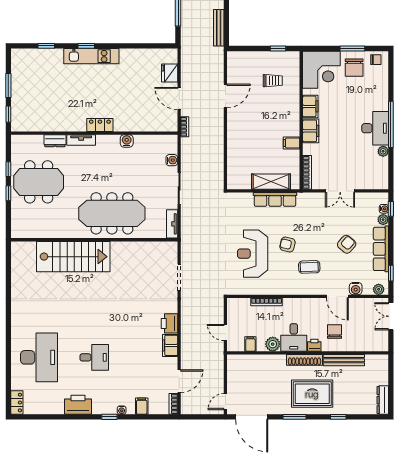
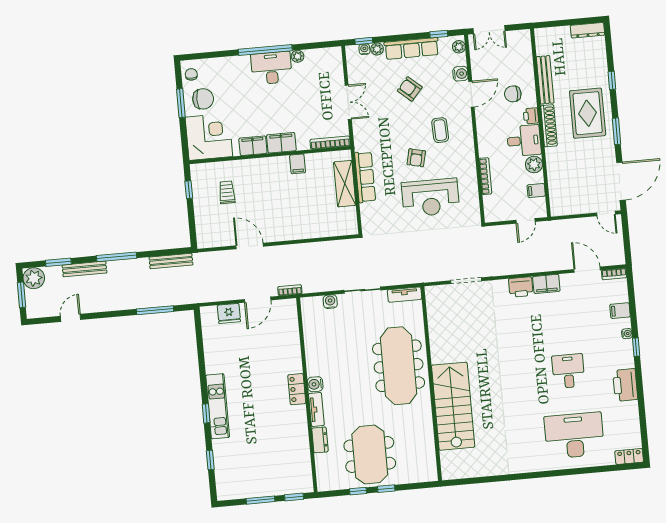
water cooler: (127, 141) -> (315, 384), moved

